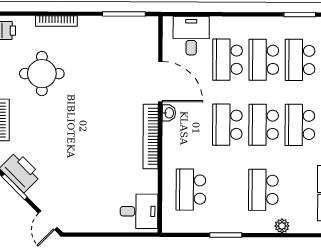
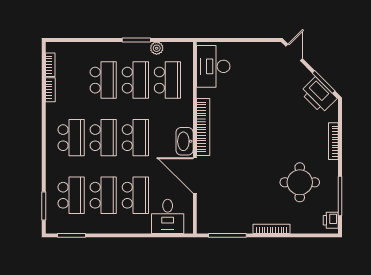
bookcase: (56, 21) -> (272, 229), moved
washbasin: (169, 113) -> (185, 141), width x1.91, depth x1.45
school desk: (227, 190) -> (135, 80), added
desk: (139, 211) -> (213, 66), width x1.37
plant: (282, 226) -> (157, 48), moved

